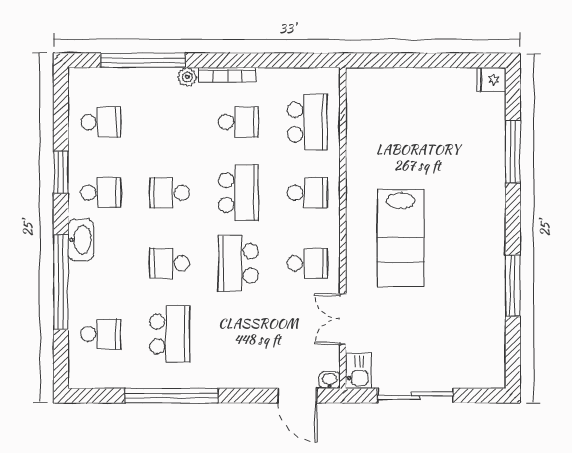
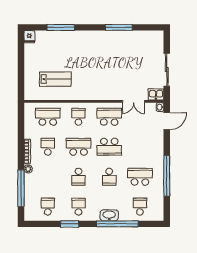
lab bench: (401, 238) -> (55, 79), moved, width x0.73, depth x0.72
washbasin: (81, 240) -> (109, 215), moved
school desk: (307, 263) -> (109, 117), width x1.85

